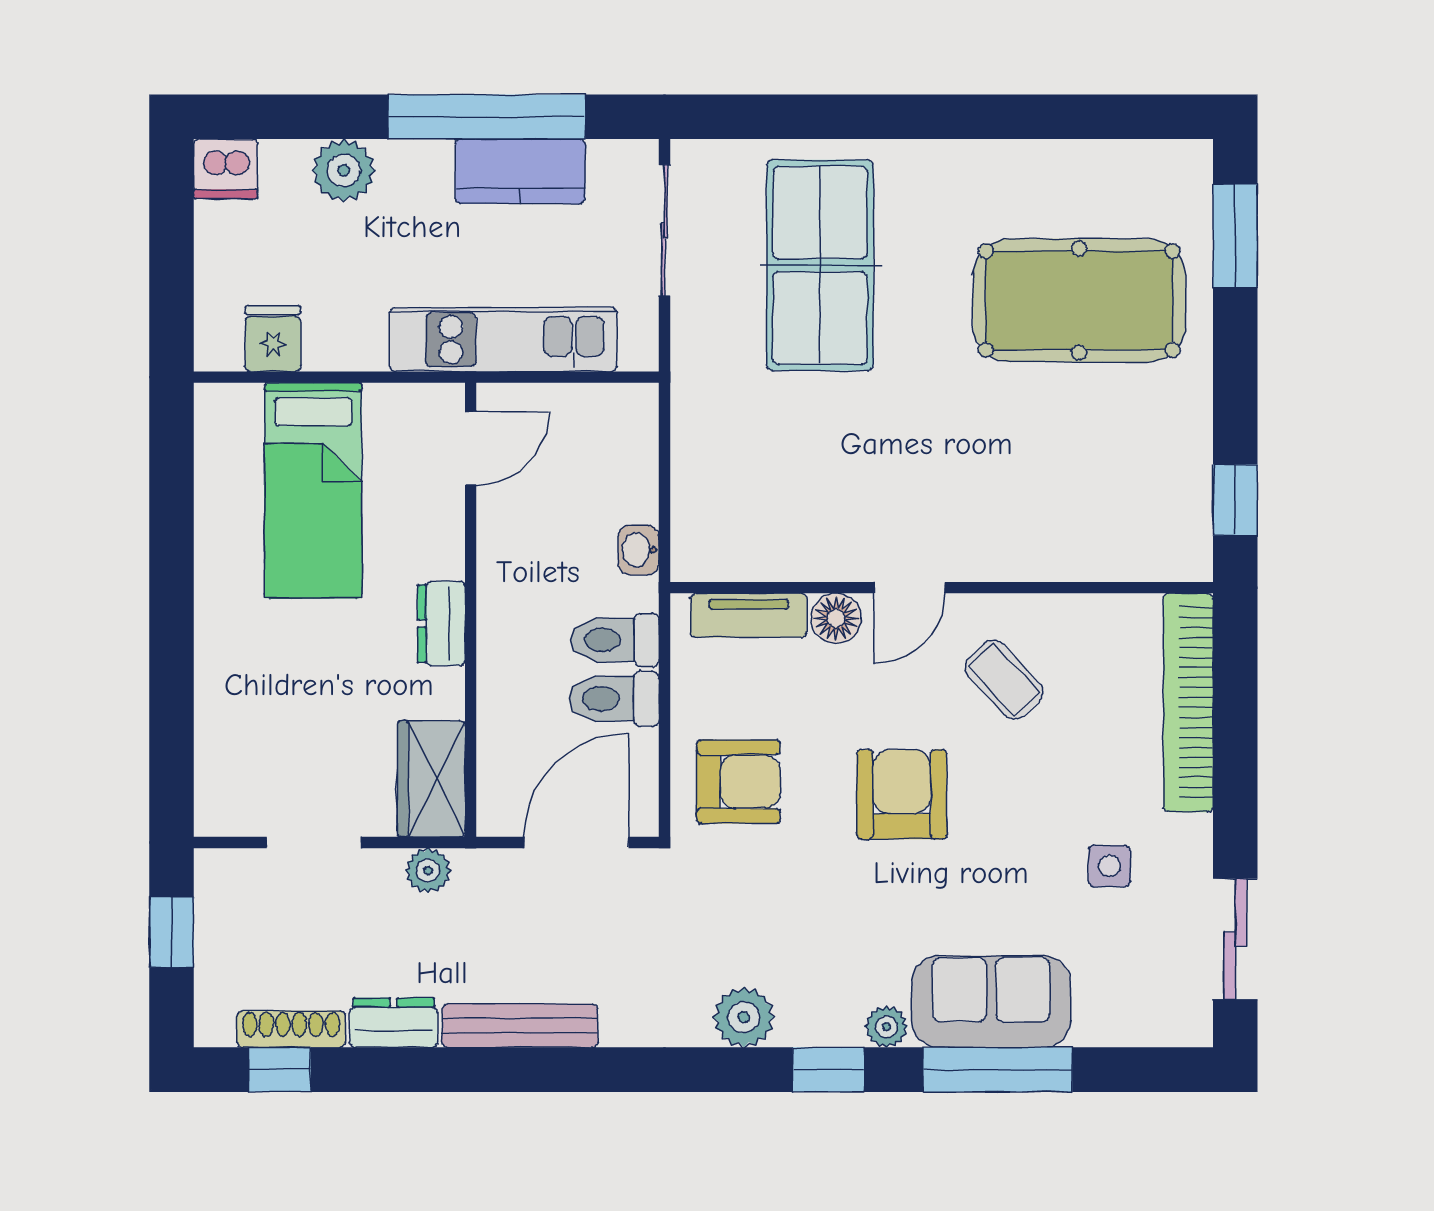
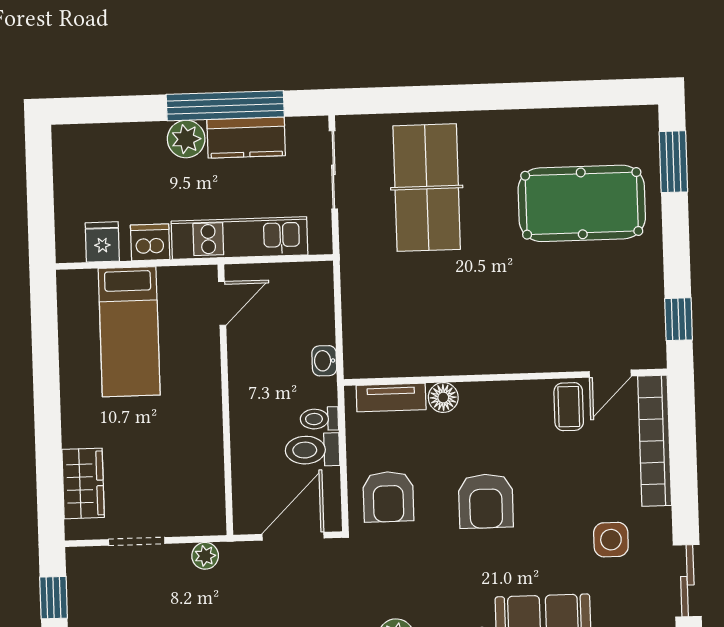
dishwasher: (226, 169) -> (150, 242), moved, turned 180
plant: (344, 170) -> (186, 139), moved
door: (909, 588) -> (610, 374), moved
dresser: (441, 623) -> (208, 408), removed
toilet: (615, 640) -> (319, 419), width x0.73, depth x0.72
coffee table: (1004, 679) -> (569, 407), moved, turned 43
wardrobe: (431, 779) -> (83, 483), moved, turned 180
armchair: (738, 782) -> (388, 497), turned 90
armchair: (902, 794) -> (486, 501), turned 180
side table: (1109, 866) -> (611, 540), width x1.37, depth x1.37

